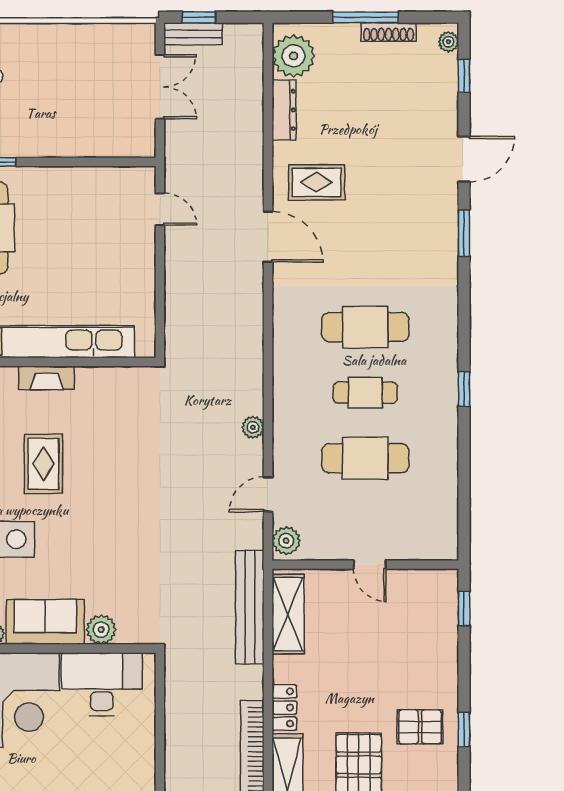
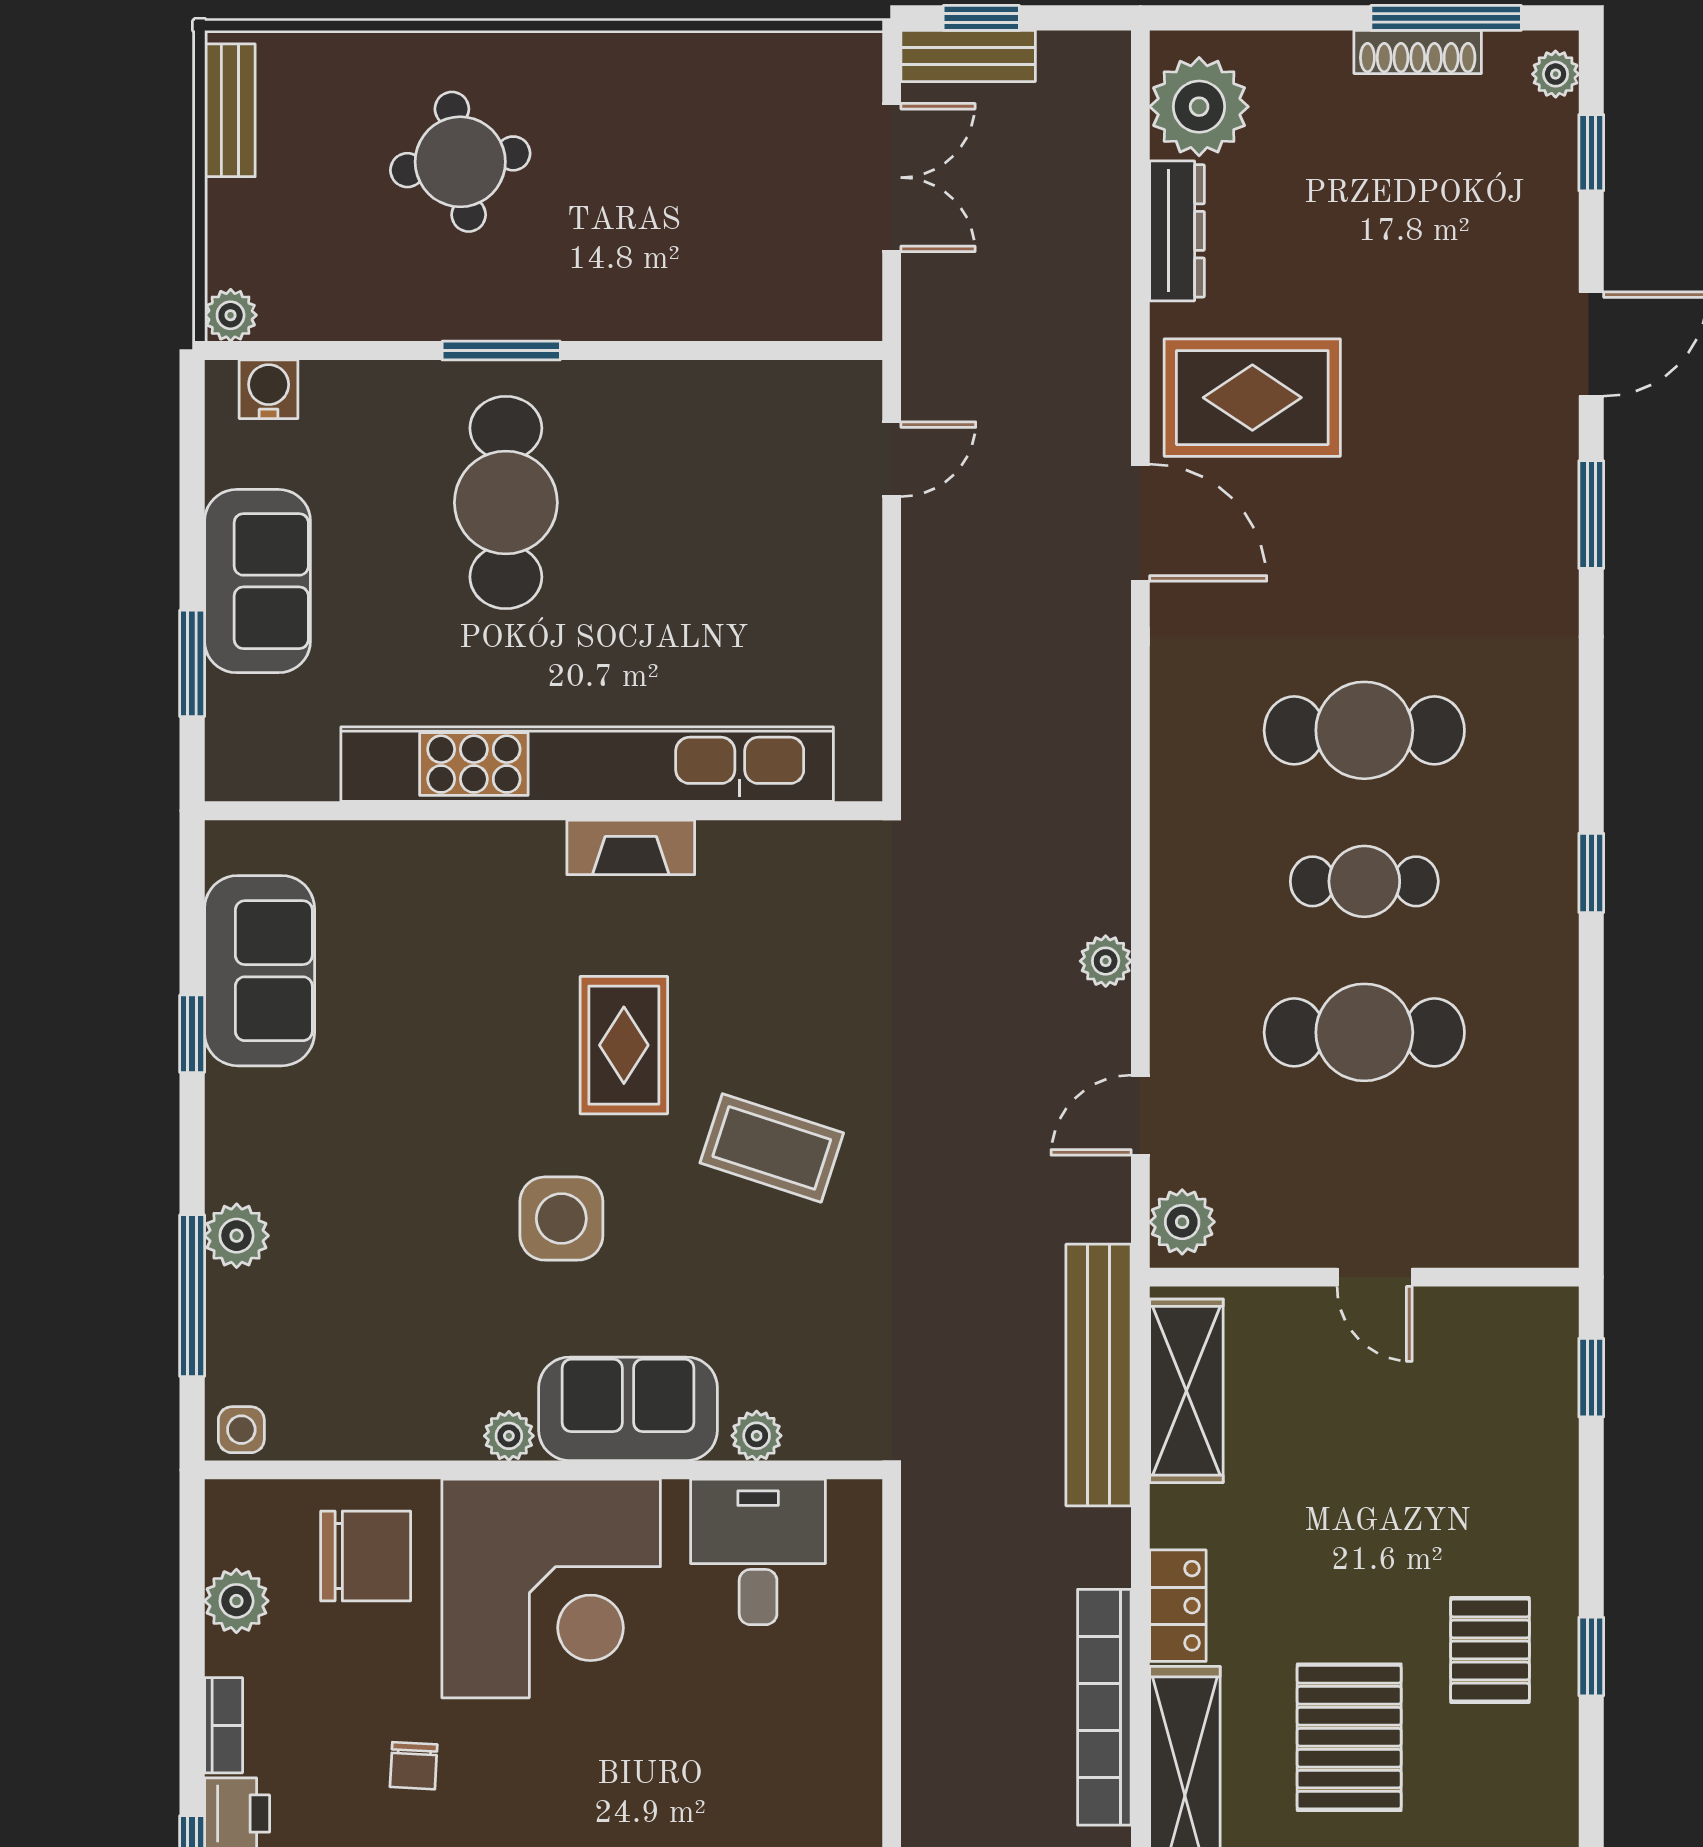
window: (365, 17) -> (1446, 18), moved
rug: (317, 182) -> (1252, 398), width x1.36, depth x1.43
door: (160, 209) -> (892, 459), hinge flipped
coffee table: (108, 509) -> (772, 1148), added
plant: (101, 630) -> (757, 1436), width x0.73, depth x0.73
desk: (102, 684) -> (758, 1552), width x0.73
pallet: (420, 727) -> (1490, 1650), turned 90

